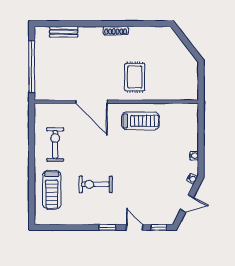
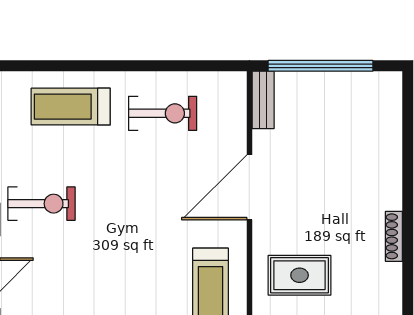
bench: (64, 32) -> (263, 100), moved
exercise bike: (96, 184) -> (41, 204), moved, turned 90

